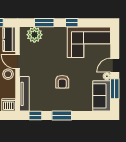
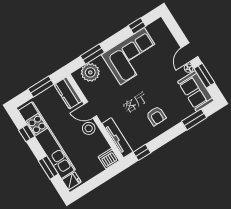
window: (72, 23) -> (137, 26), moved
corner sofa: (89, 42) -> (132, 56), moved
armchair: (62, 82) -> (156, 116), moved
window: (62, 115) -> (194, 119), moved

